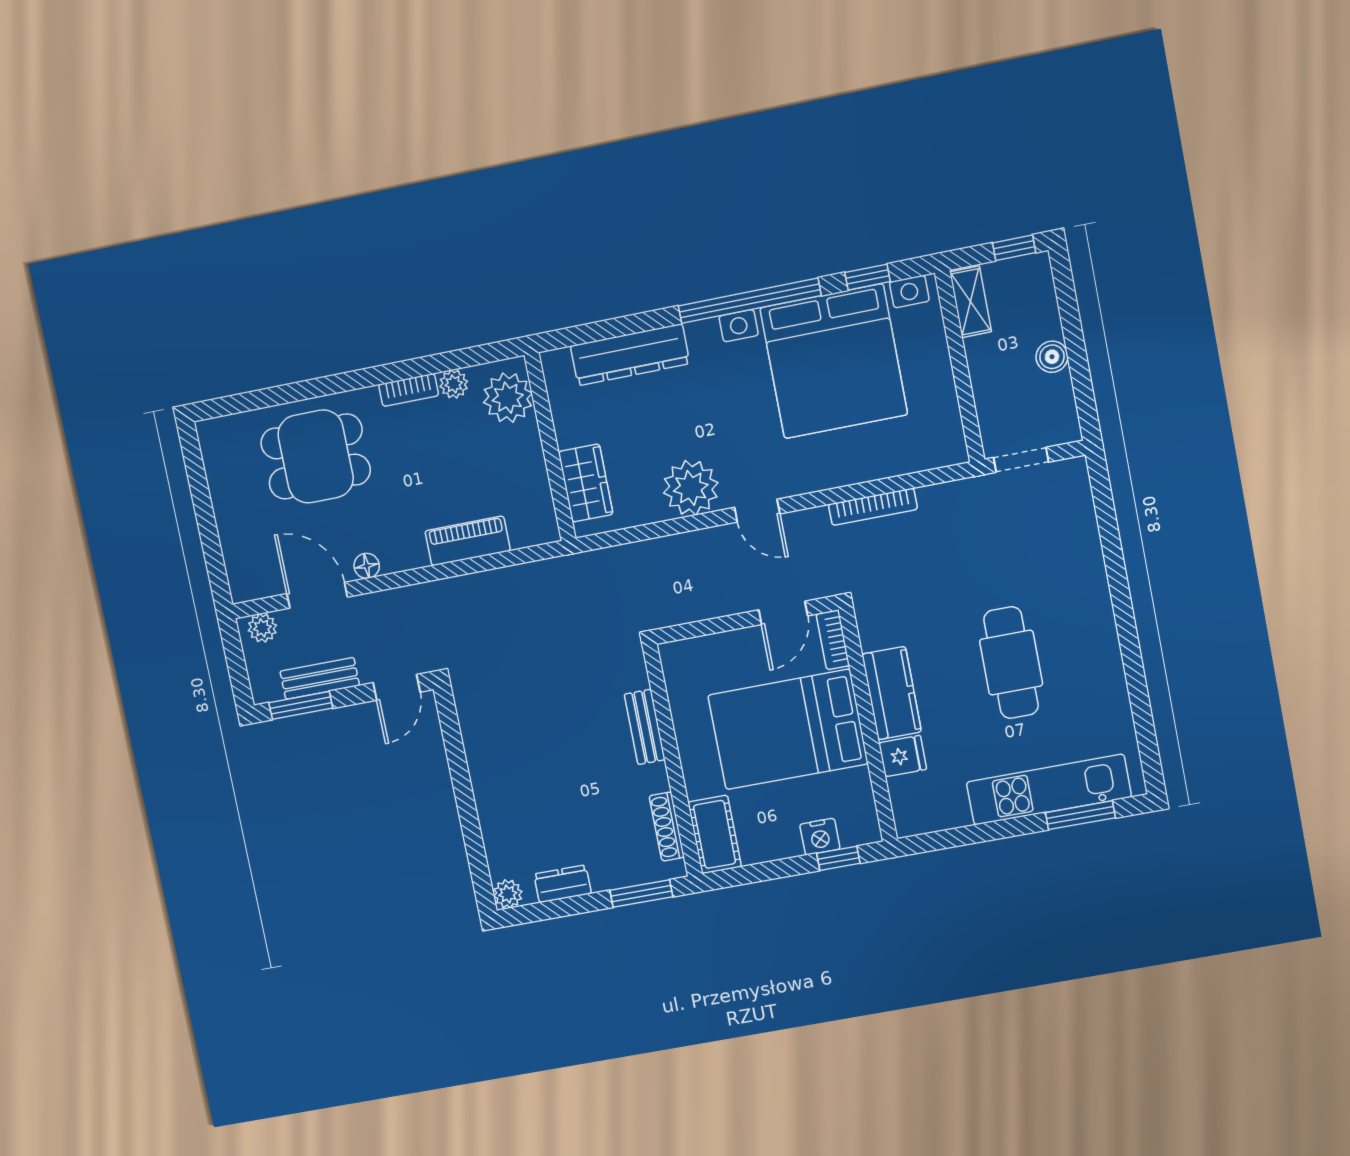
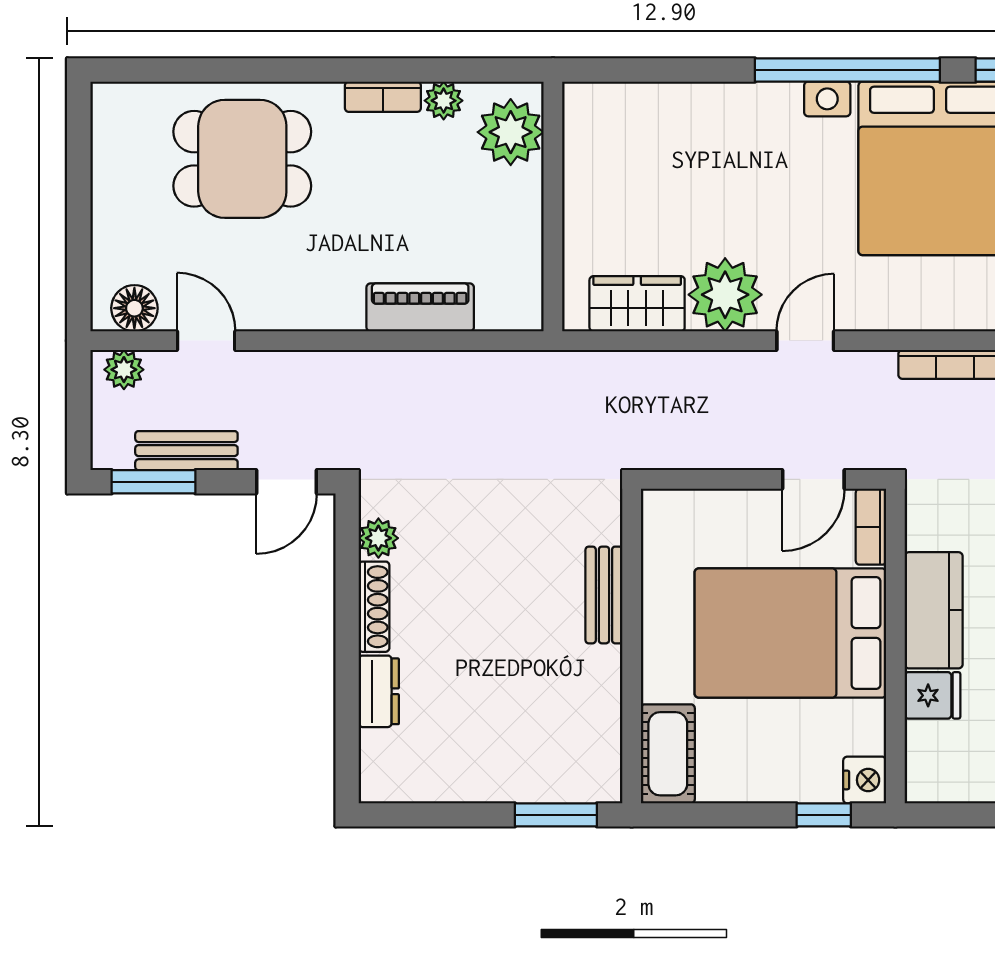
dresser: (630, 355) -> (680, 108), removed
wardrobe: (586, 483) -> (637, 304), moved, turned -90
door: (757, 511) -> (805, 341), swing flipped
floor lamp: (367, 566) -> (134, 308), moved, width x1.37, depth x1.37
door: (317, 595) -> (206, 341), width x0.73
shoe rack: (667, 826) -> (374, 607), moved, turned 180
nightstand: (820, 837) -> (865, 780), moved, turned -90
dresser: (563, 884) -> (379, 691), moved, turned 90
plant: (508, 894) -> (378, 538), moved

